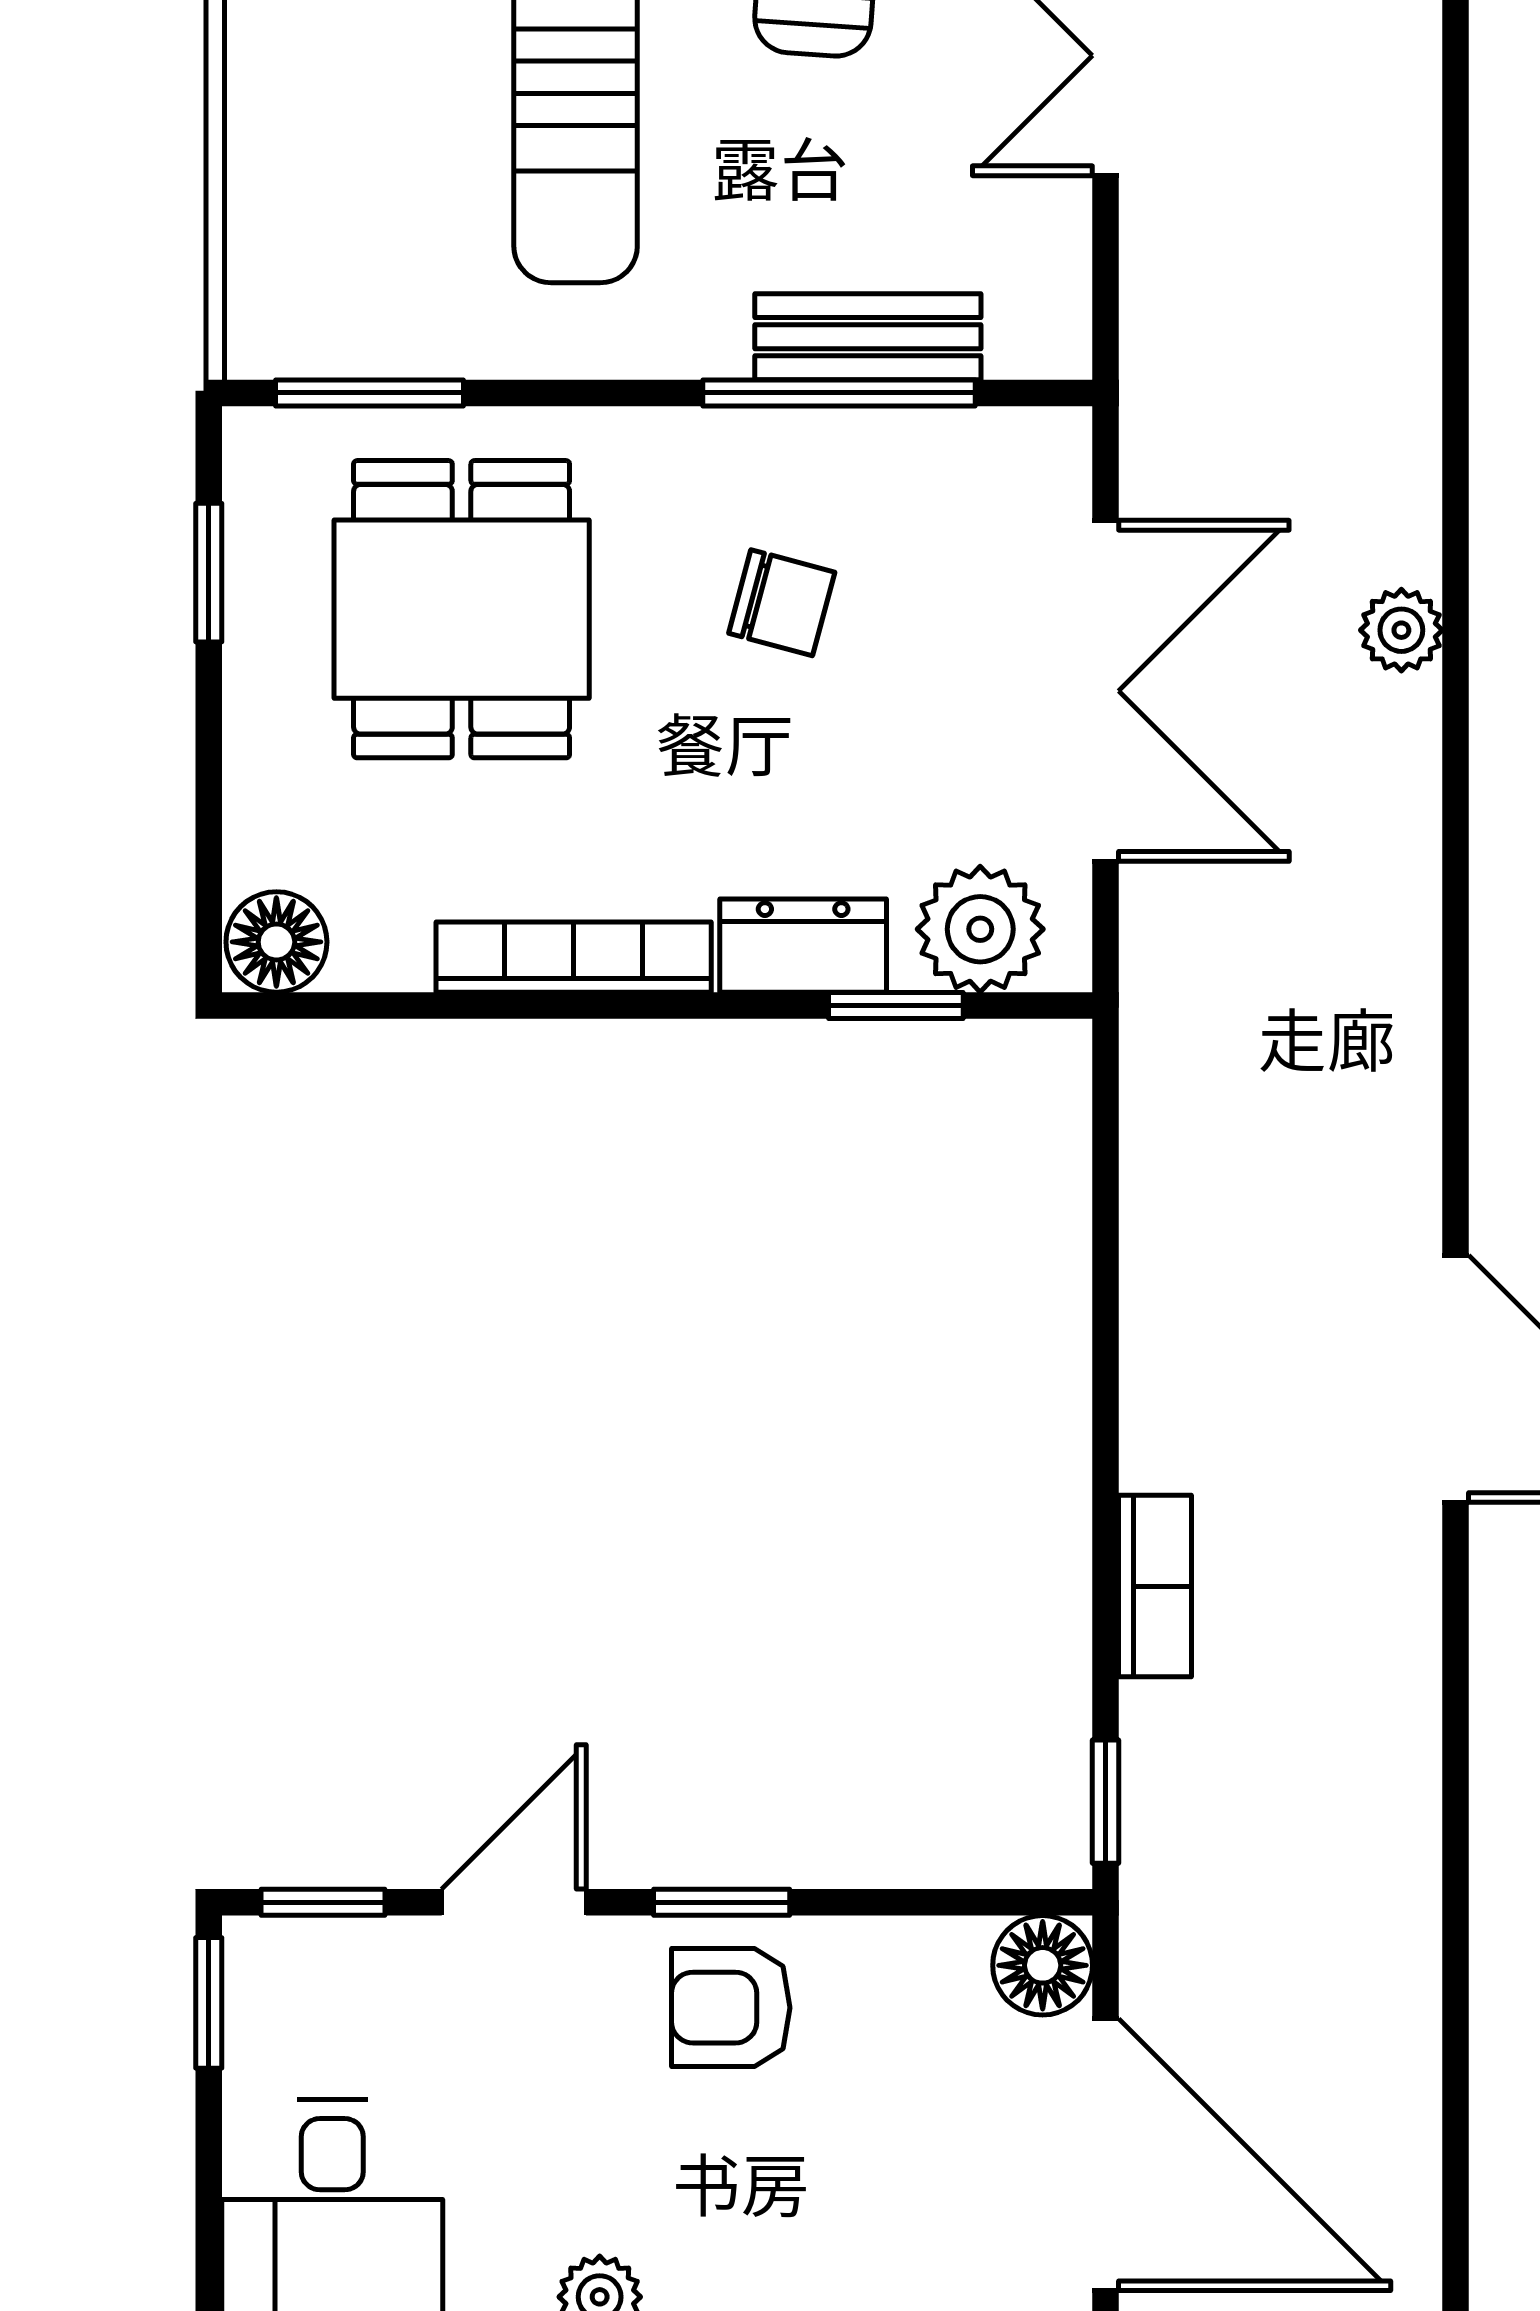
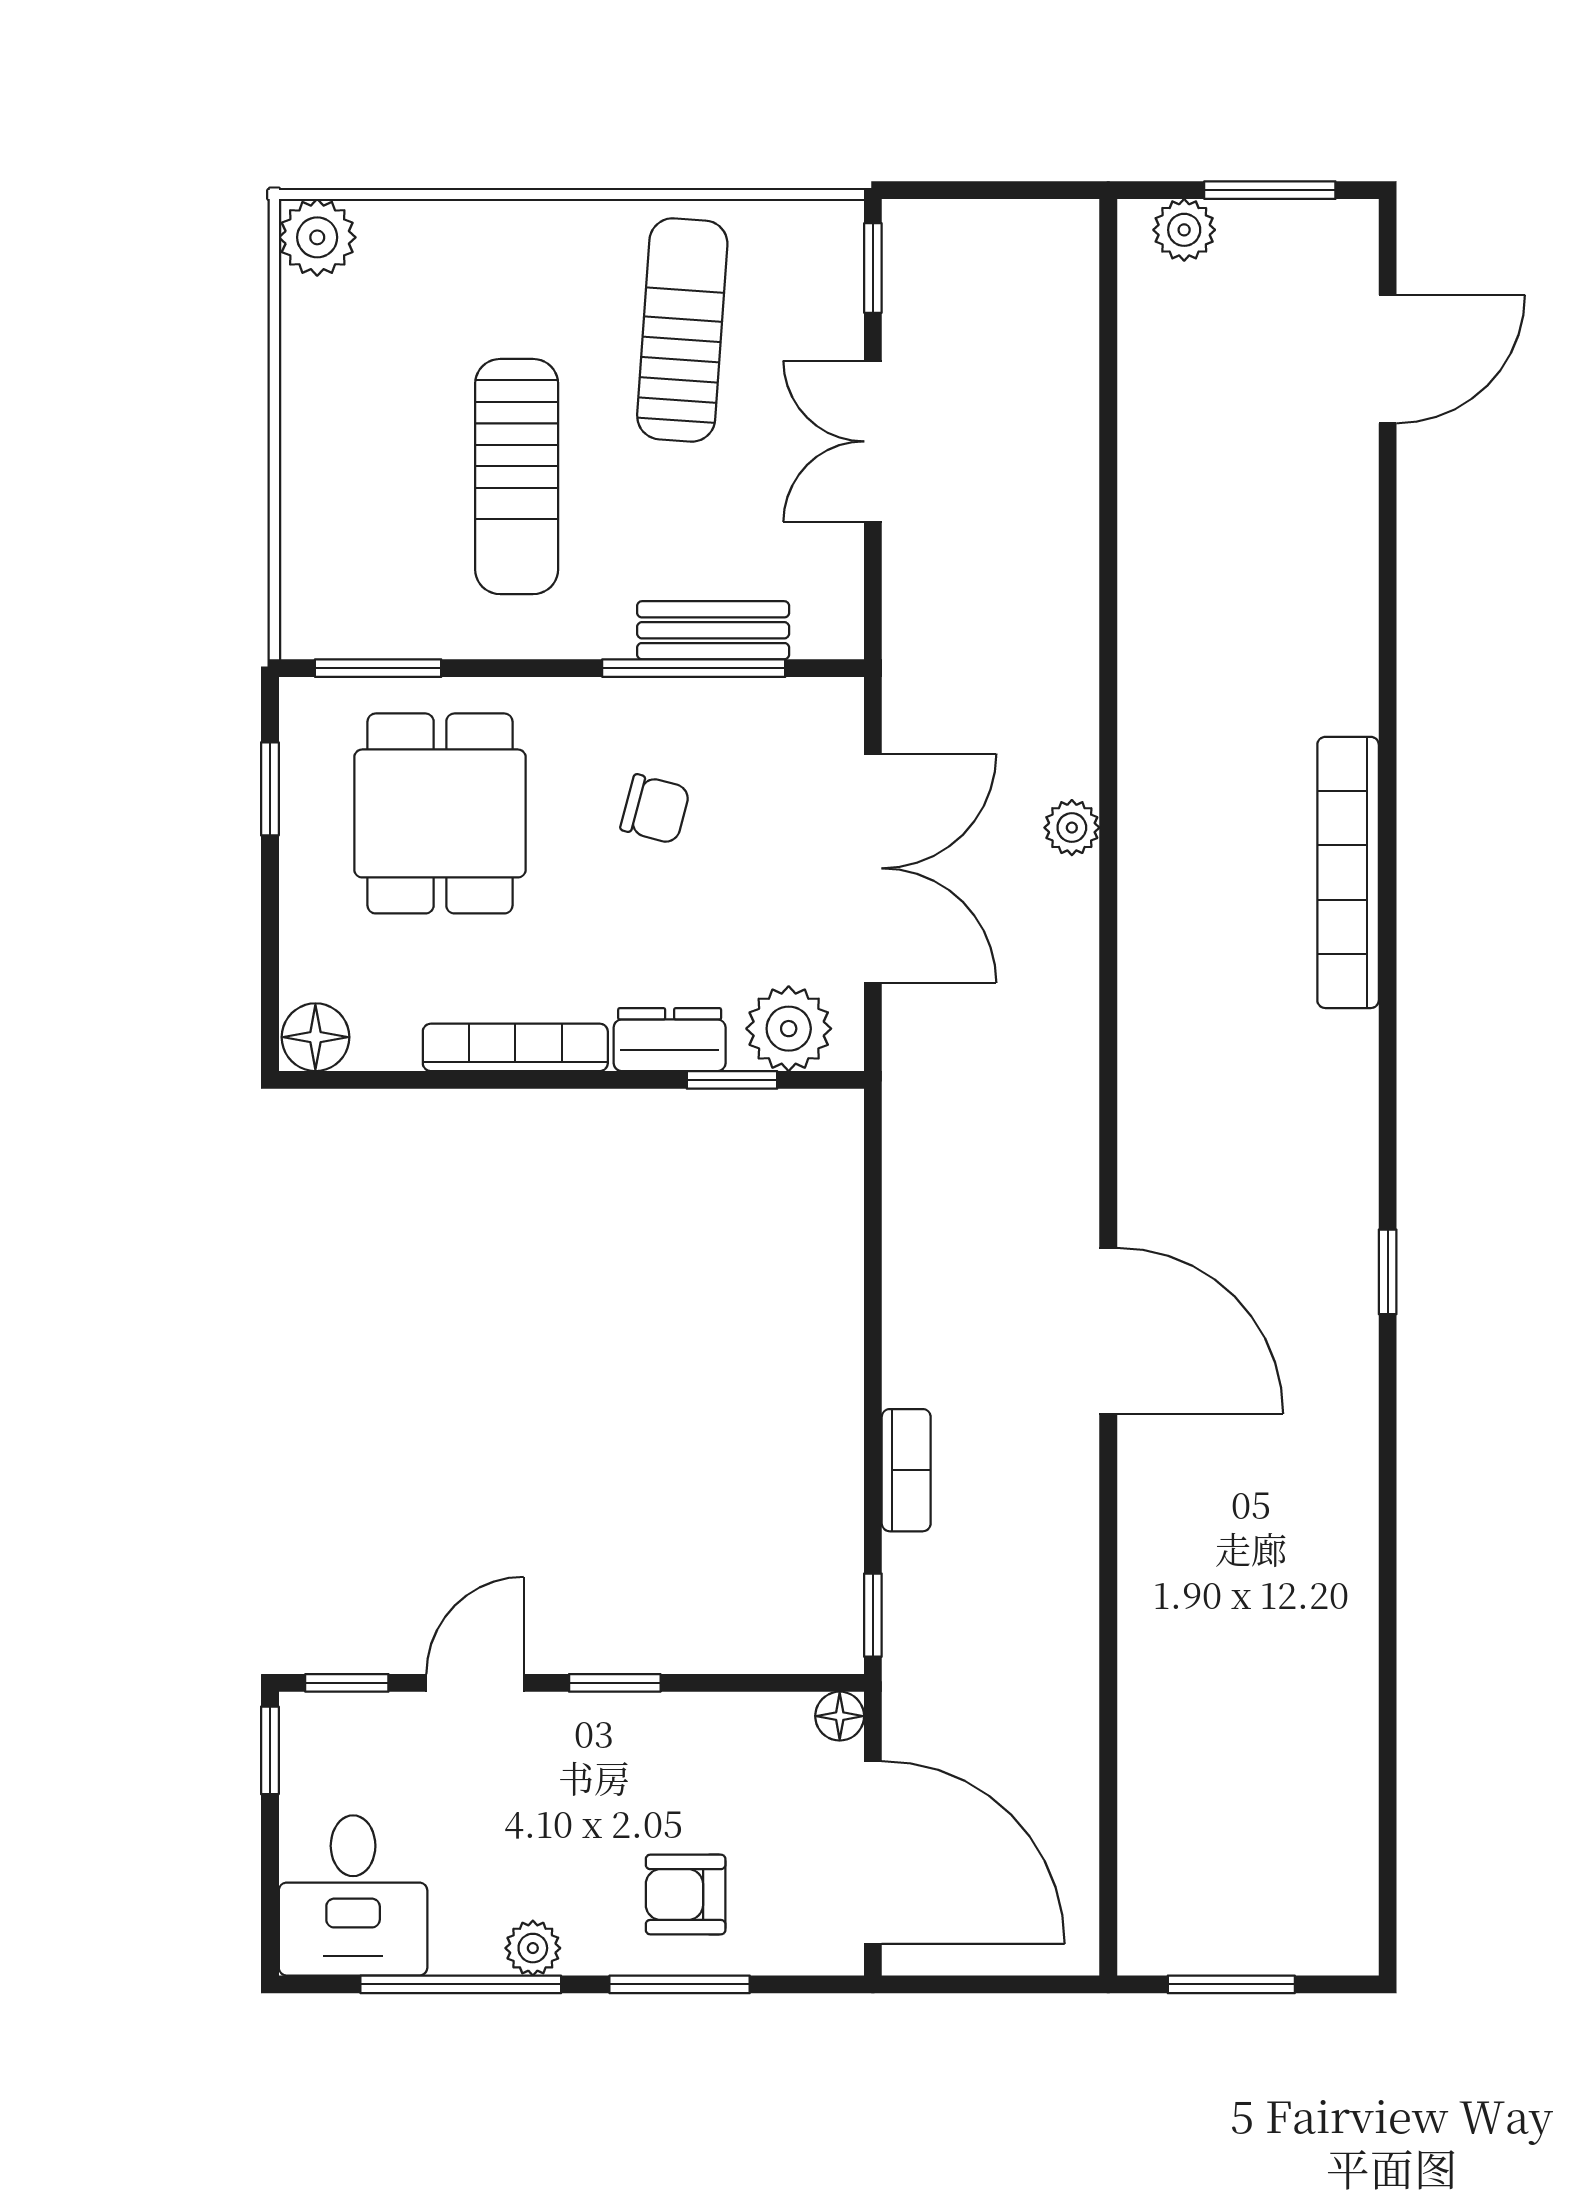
floor lamp: (1043, 1965) -> (840, 1716), width x0.73, depth x0.73
armchair: (731, 2008) -> (686, 1895), moved

